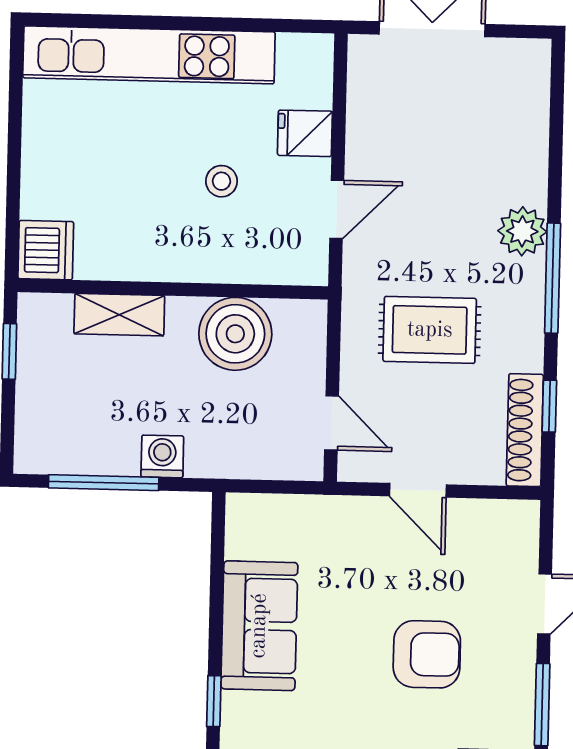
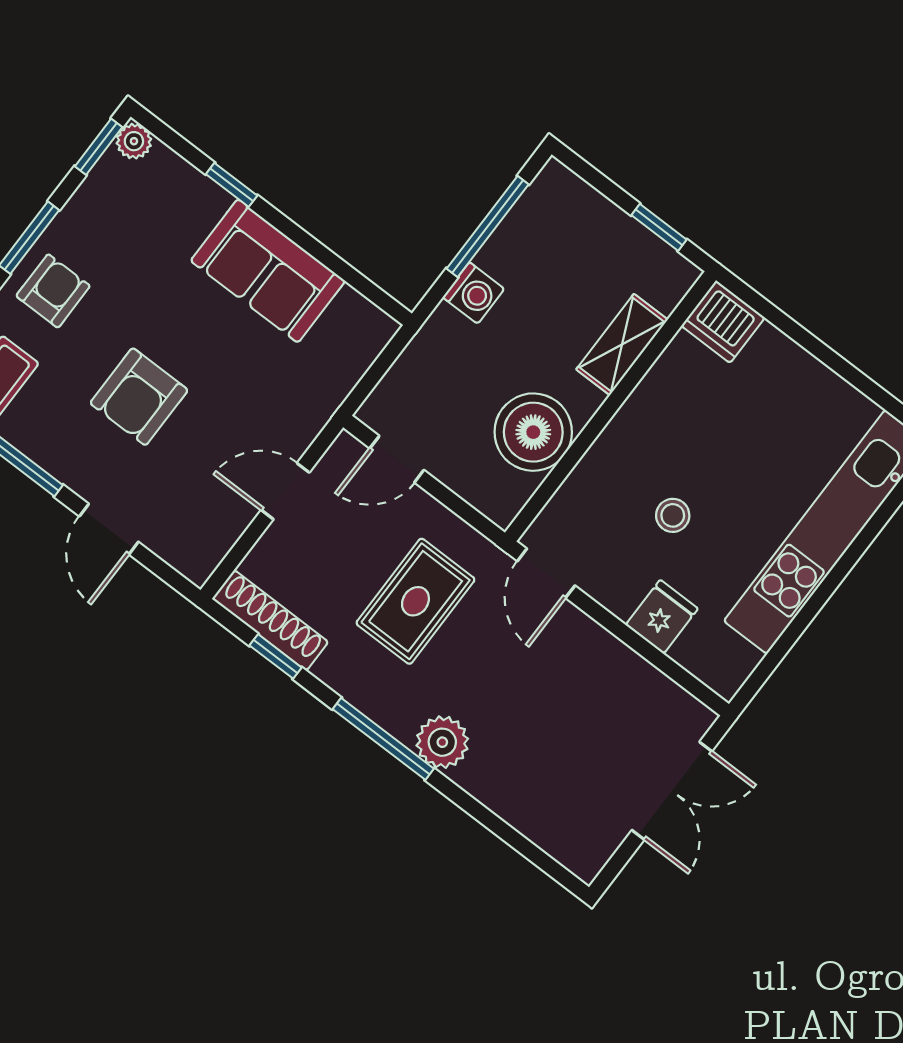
door: (337, 209) -> (546, 573), moved

